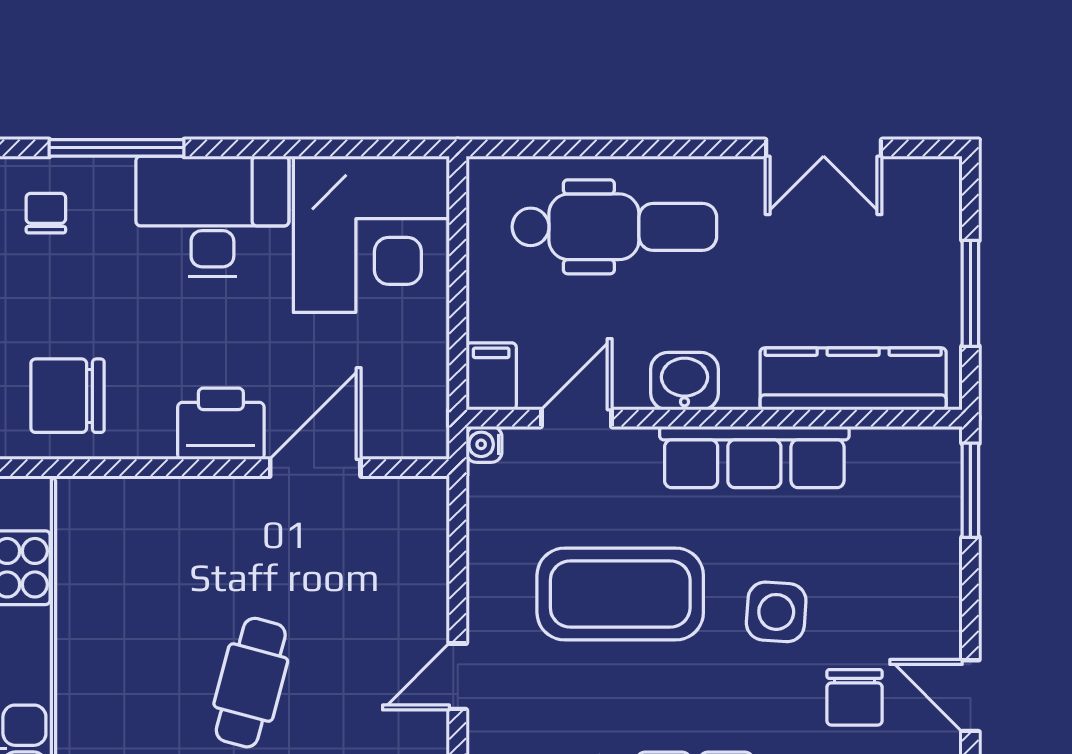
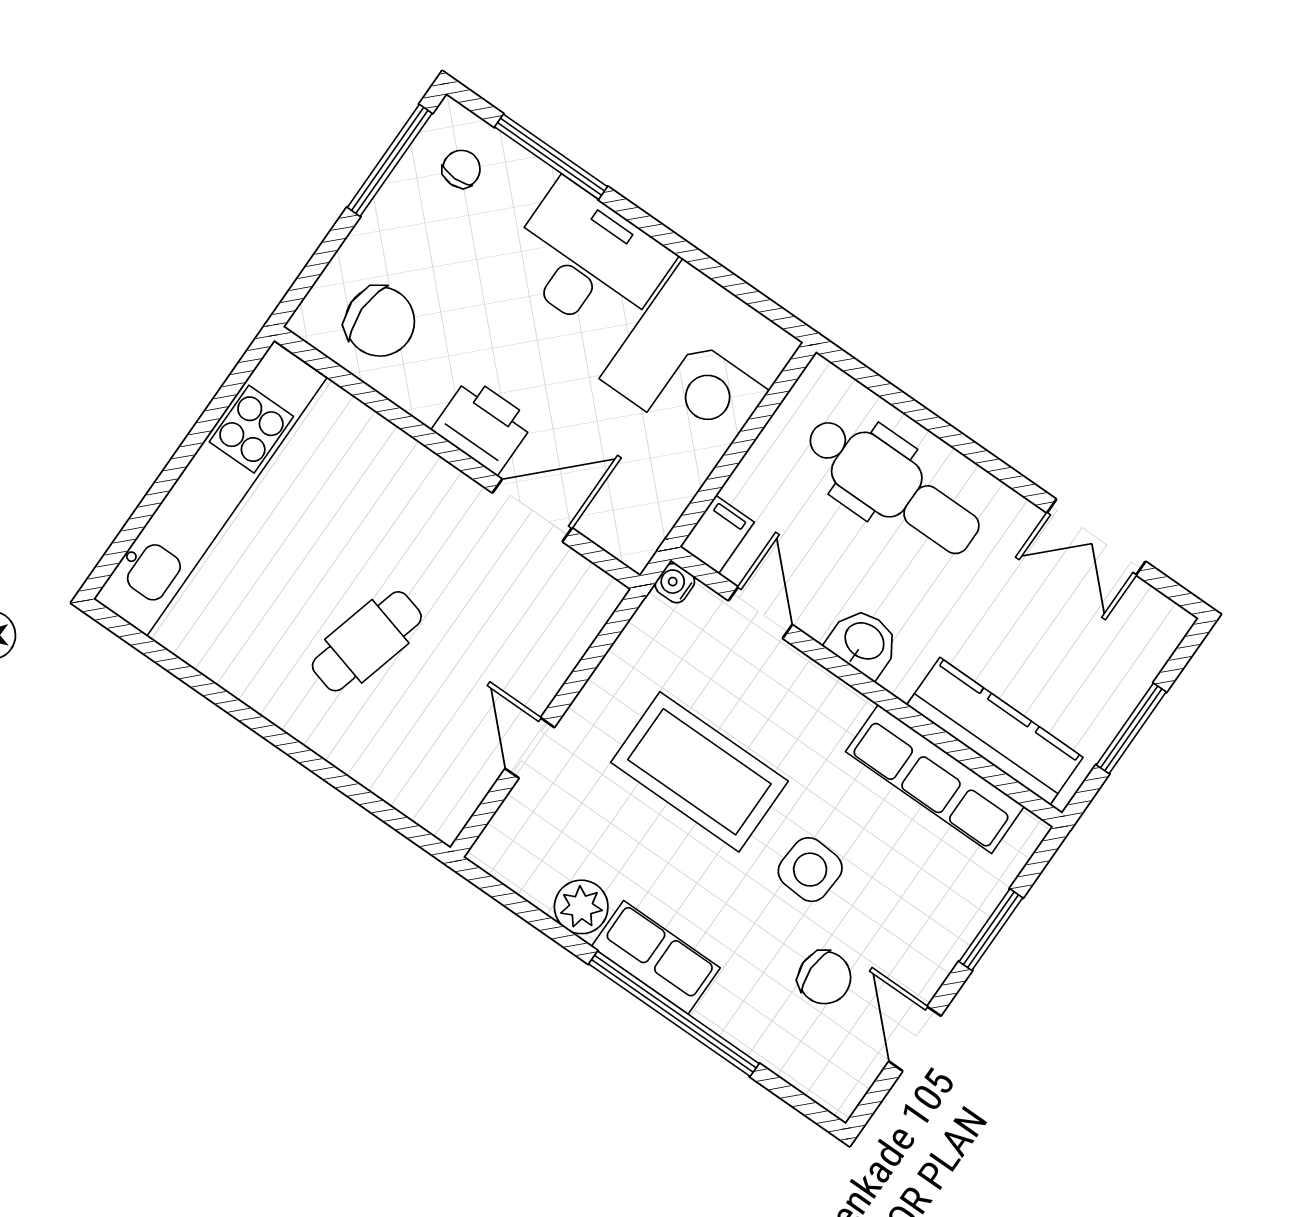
chair: (68, 396) -> (380, 322), turned 180
door: (576, 418) -> (760, 613), hinge flipped
row of seats: (754, 457) -> (935, 779), moved
window: (970, 490) -> (991, 930), moved
door: (458, 676) -> (530, 748), hinge flipped
chair: (855, 697) -> (825, 978), turned -90

